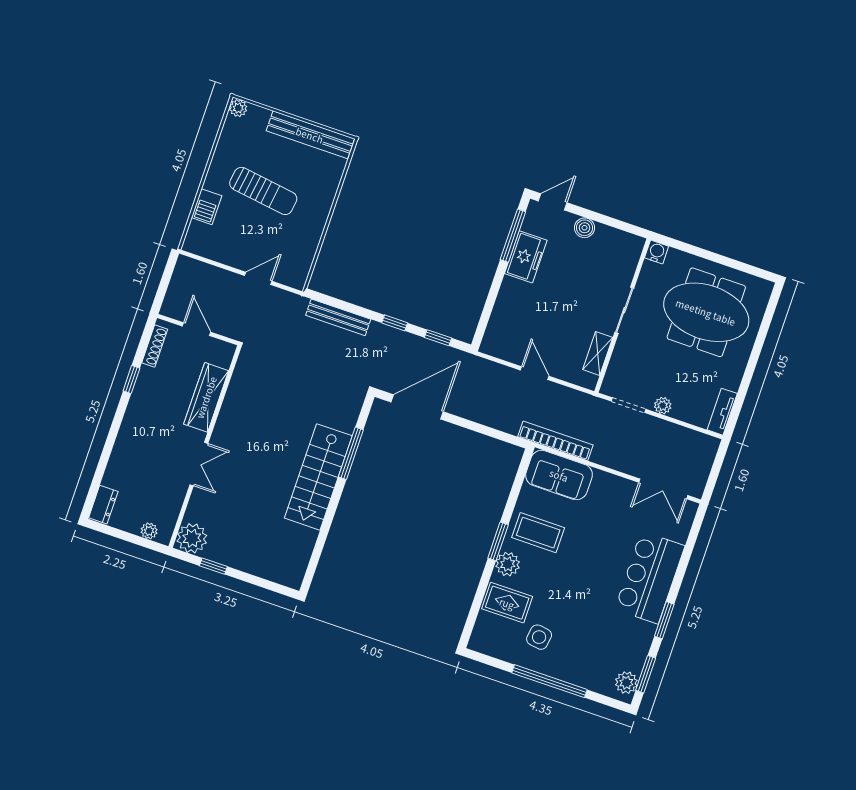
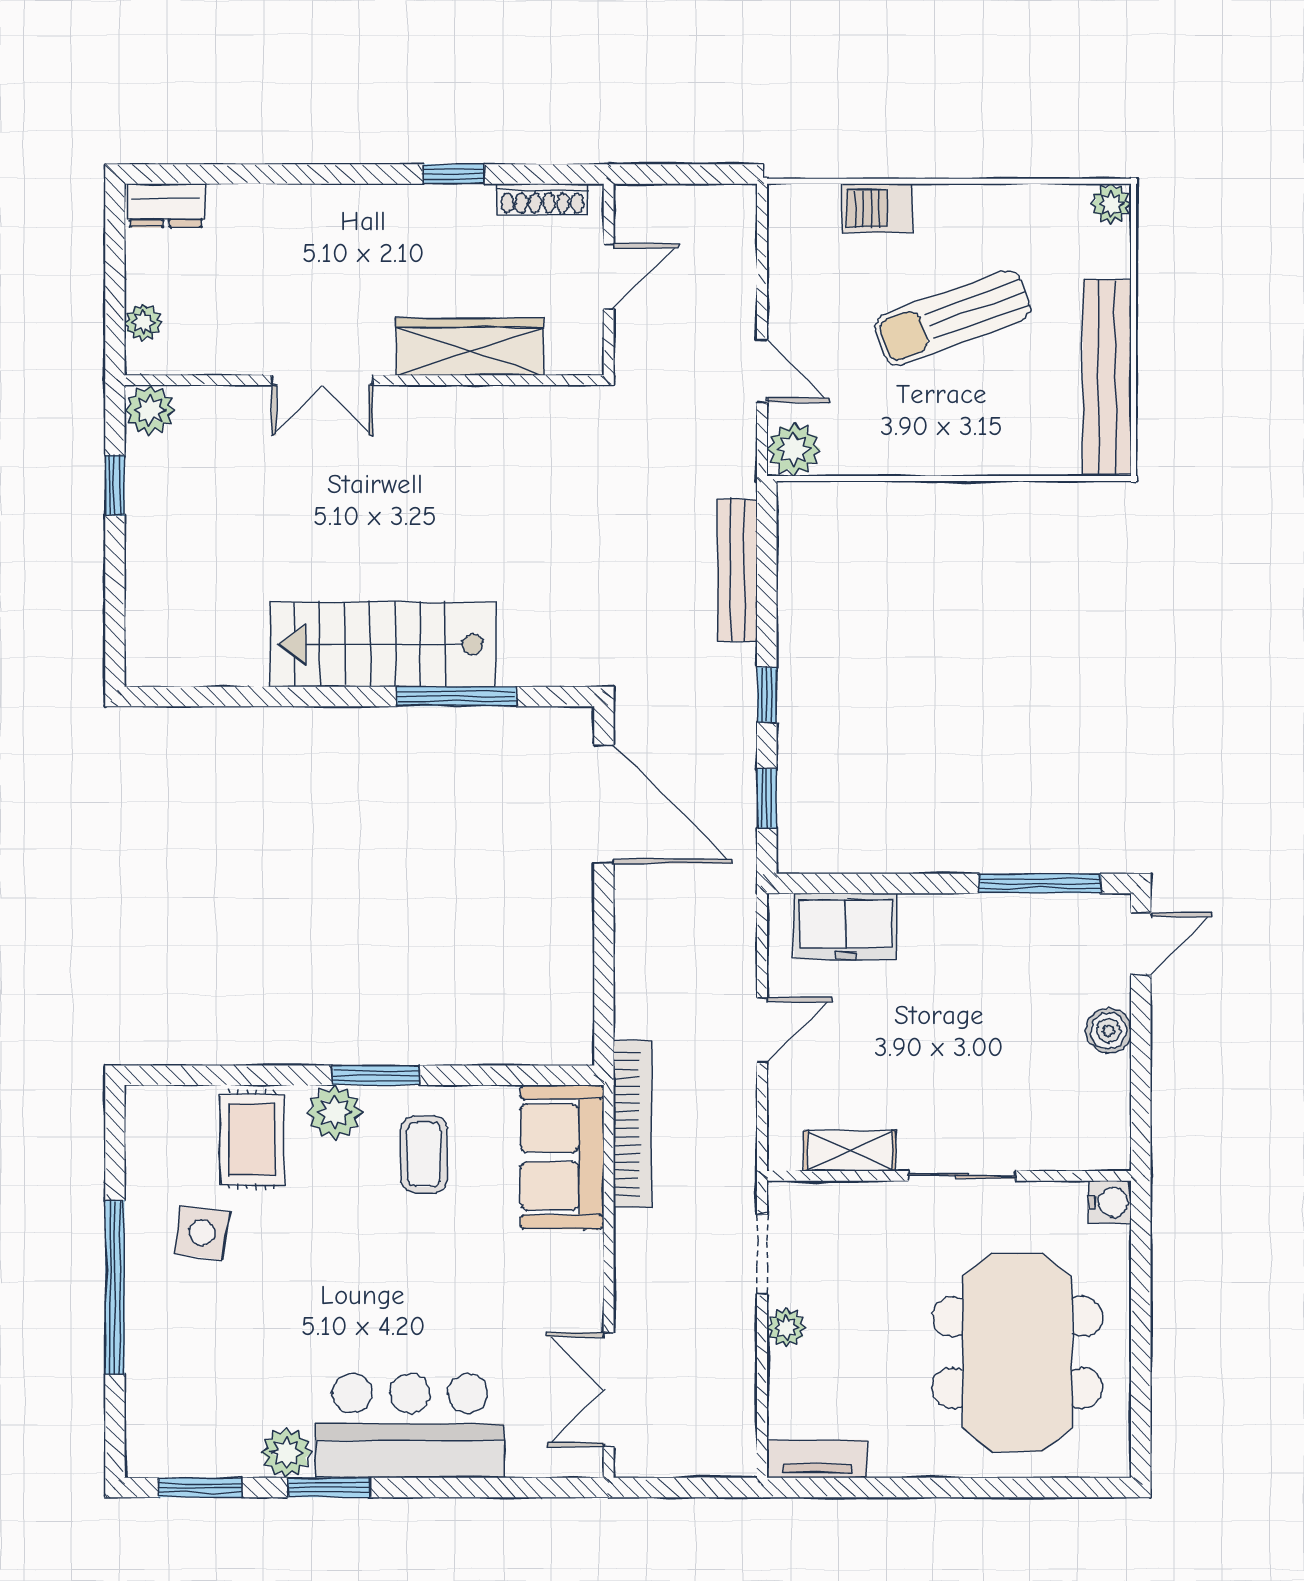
sun lounger: (263, 191) -> (952, 318), turned 62
door: (553, 202) -> (1141, 944), hinge flipped
freezer: (526, 257) -> (846, 926), moved
plant: (296, 276) -> (794, 449), added
coffee table: (538, 533) -> (424, 1154), width x0.73, depth x0.77
plant: (192, 538) -> (150, 410), width x0.73, depth x0.73
plant: (626, 683) -> (286, 1453), moved

